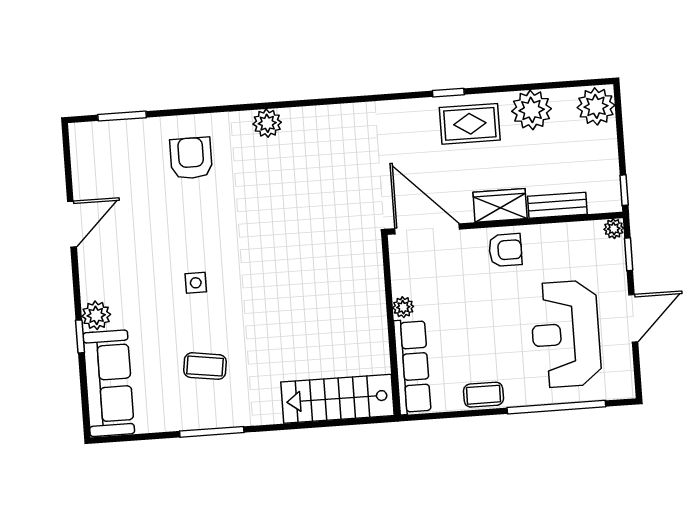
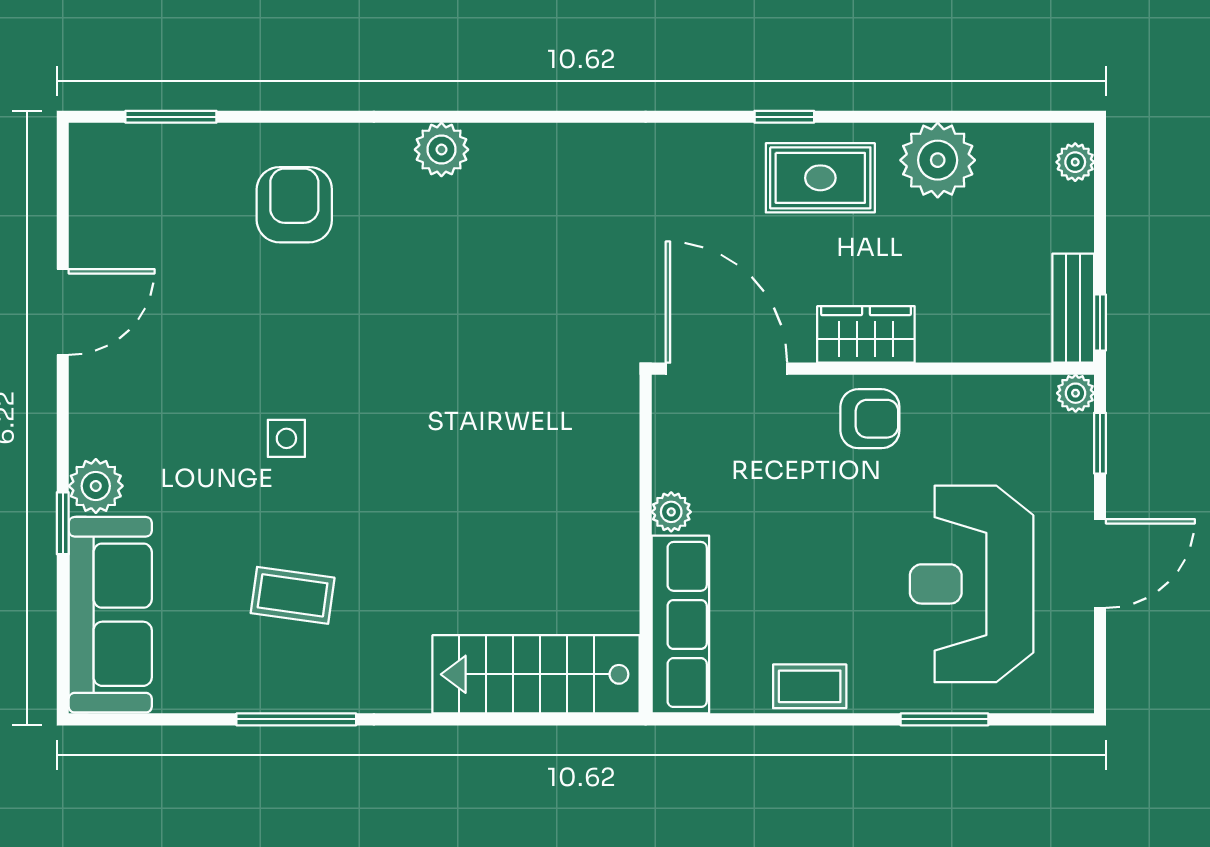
plant: (596, 106) -> (1075, 162), width x0.53, depth x0.53
bench: (557, 205) -> (1073, 308), moved, turned 90
window: (556, 407) -> (944, 719), width x0.47

